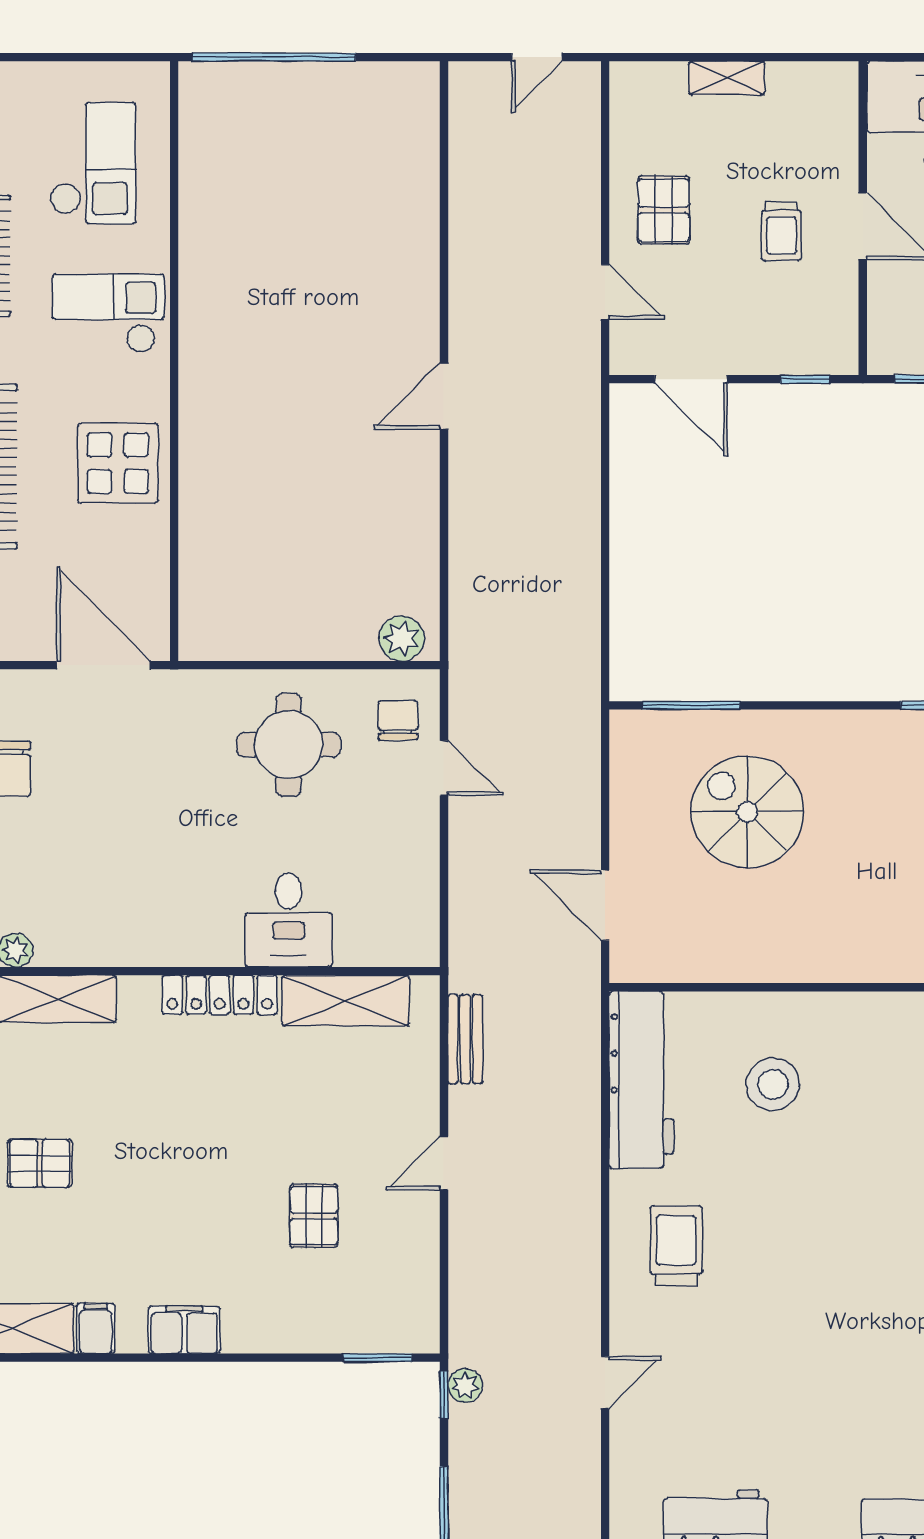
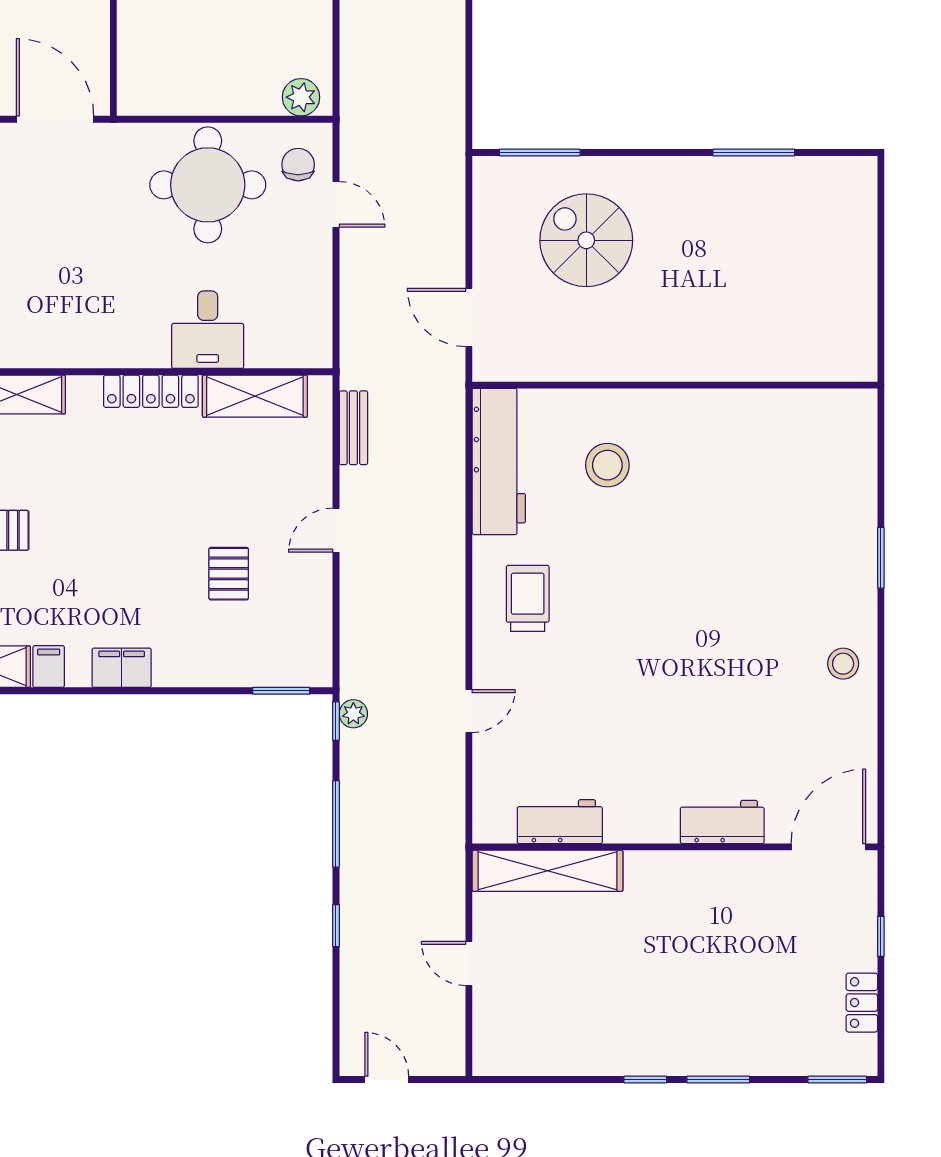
round table: (289, 745) -> (208, 185), width x1.36, depth x1.36

